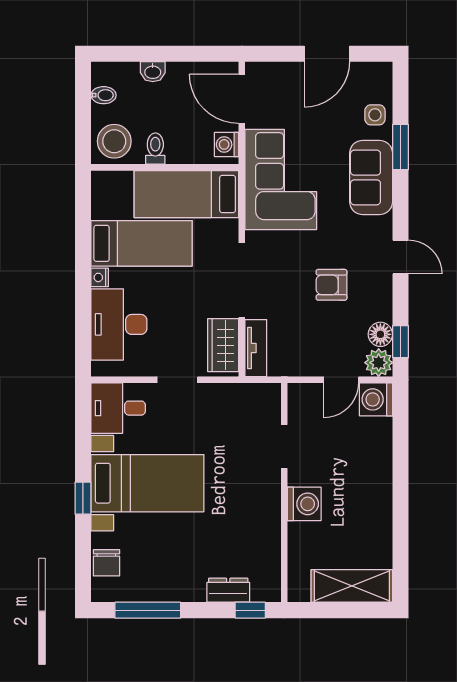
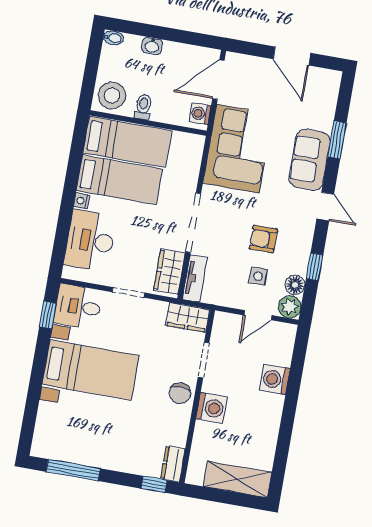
door: (327, 54) -> (292, 56), hinge flipped
bidet: (104, 95) -> (113, 38), moved
door: (242, 99) -> (218, 80), hinge flipped
side table: (375, 115) -> (258, 276), moved
bed: (186, 194) -> (127, 142), moved, turned 180
door: (400, 257) -> (325, 207), moved
window: (400, 342) -> (315, 267), moved
wardrobe: (256, 398) -> (188, 317), added
washing machine: (376, 399) -> (275, 379), moved
window: (83, 498) -> (48, 315), moved
chair: (106, 563) -> (180, 393), moved
dresser: (228, 590) -> (173, 464), moved, turned -90

